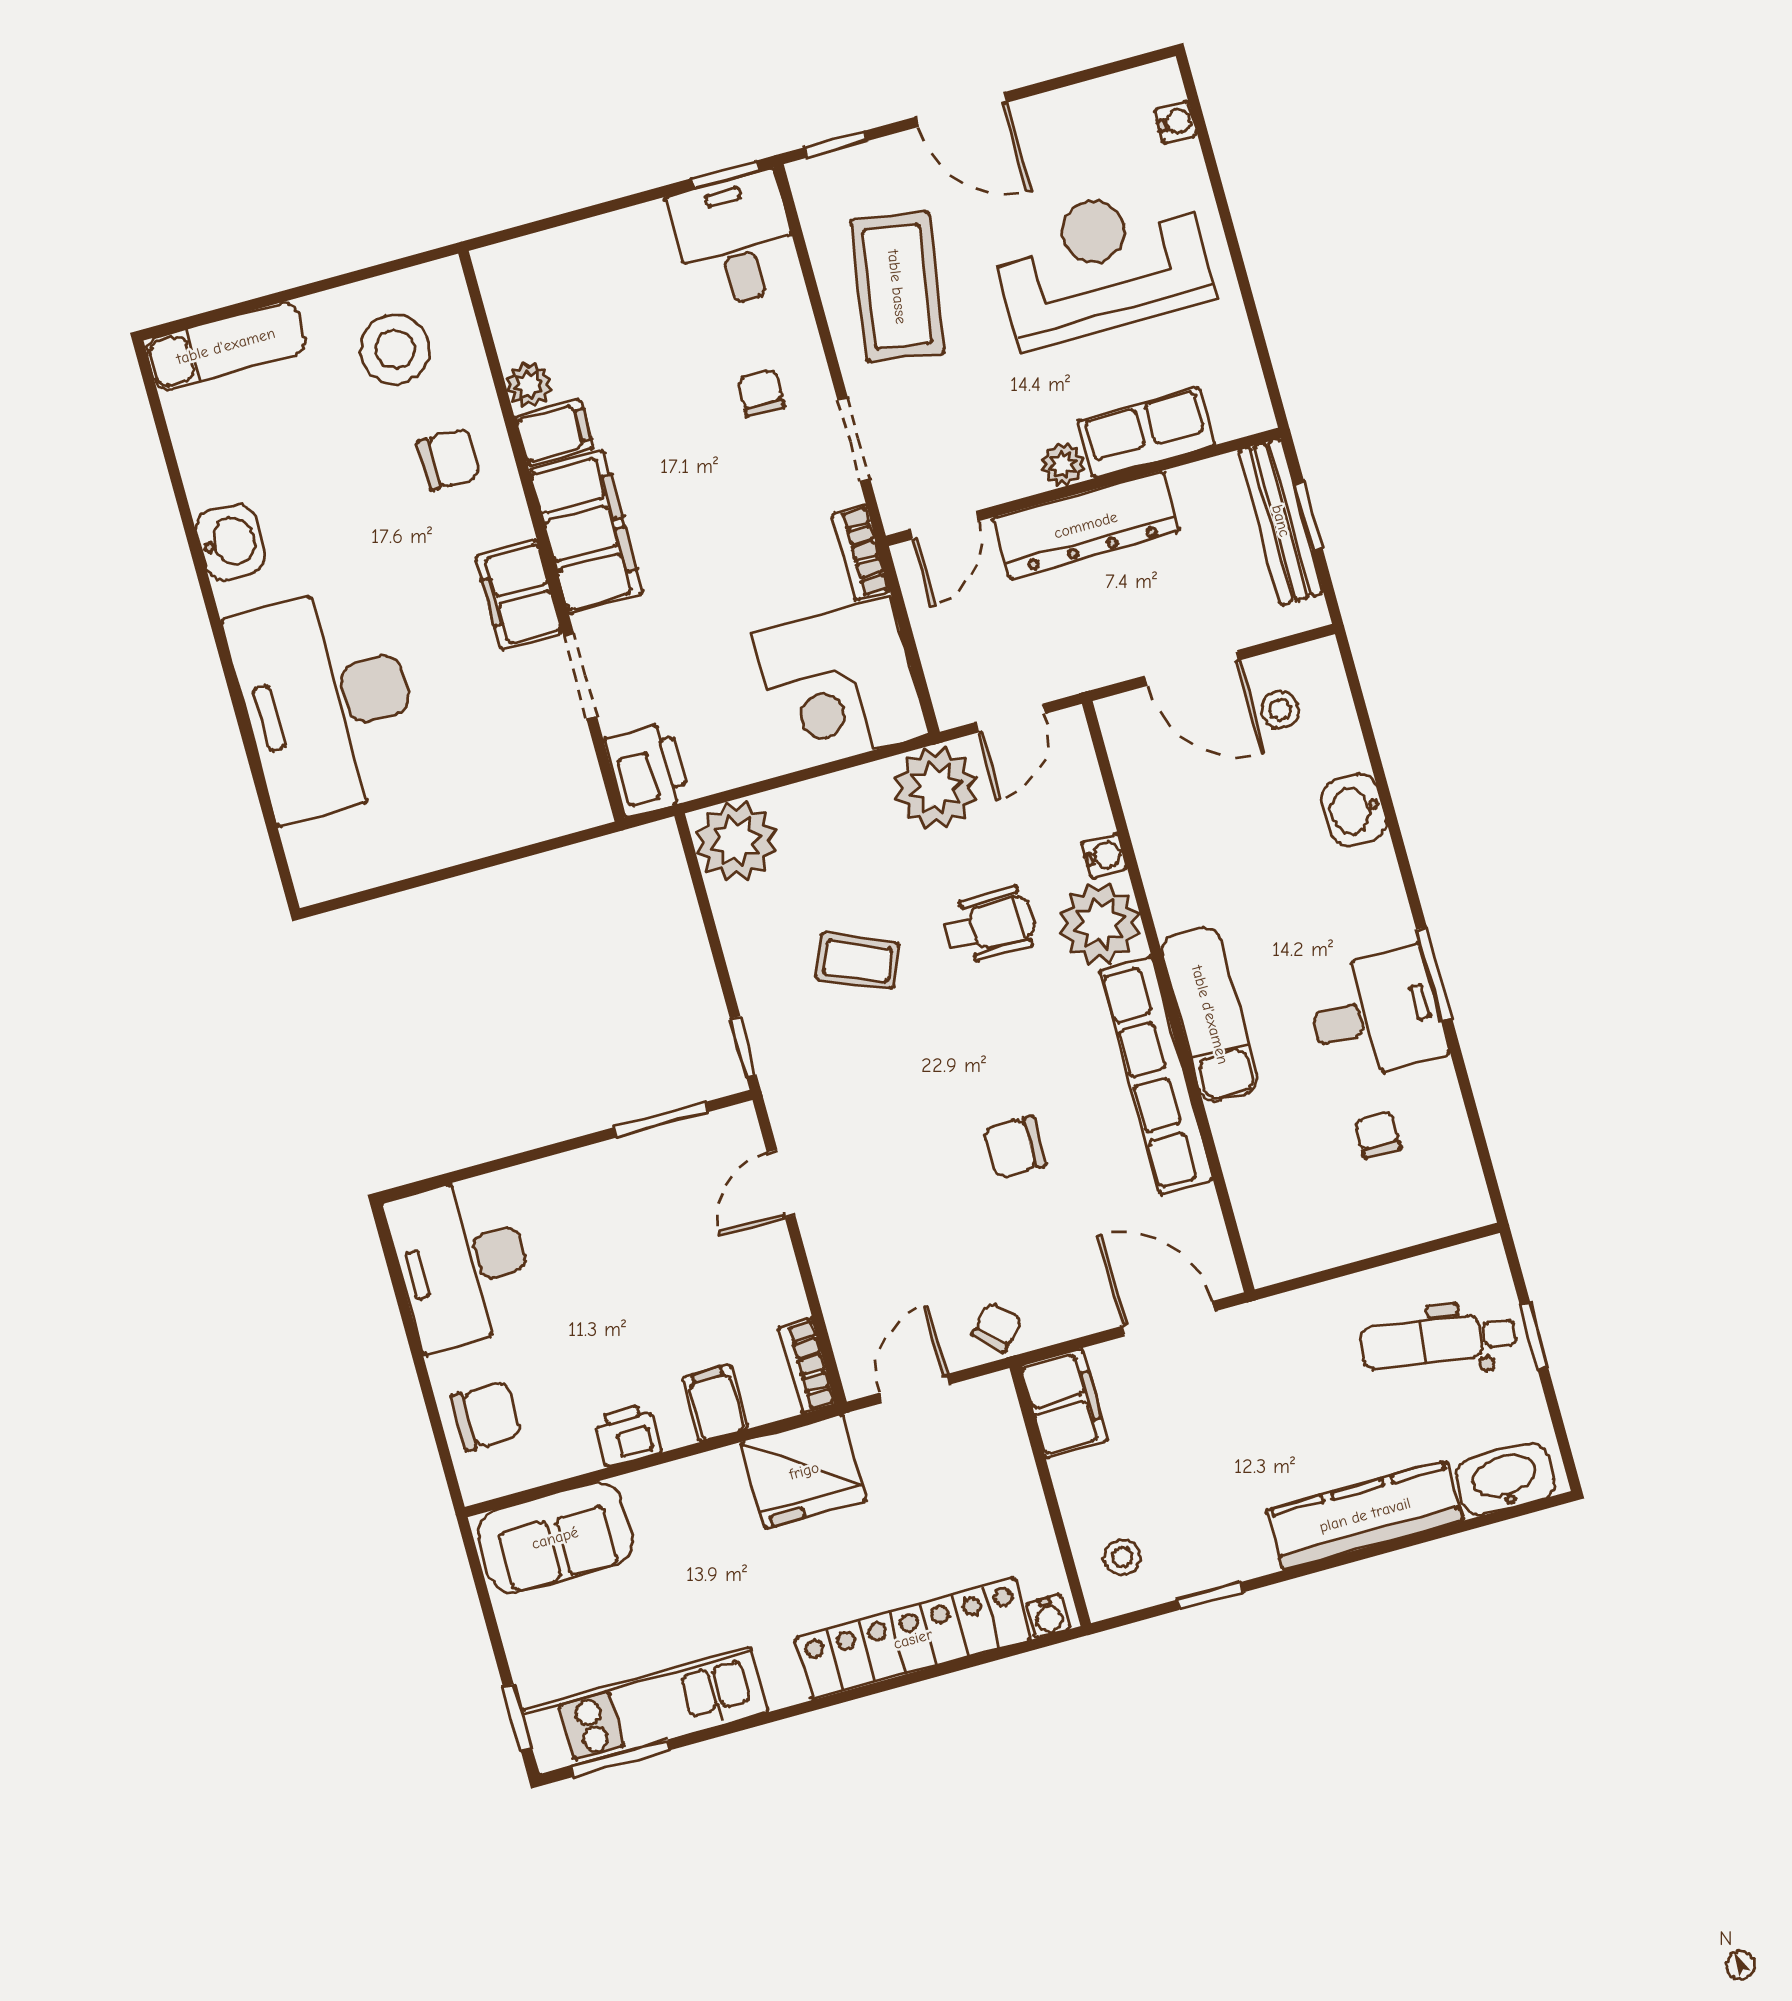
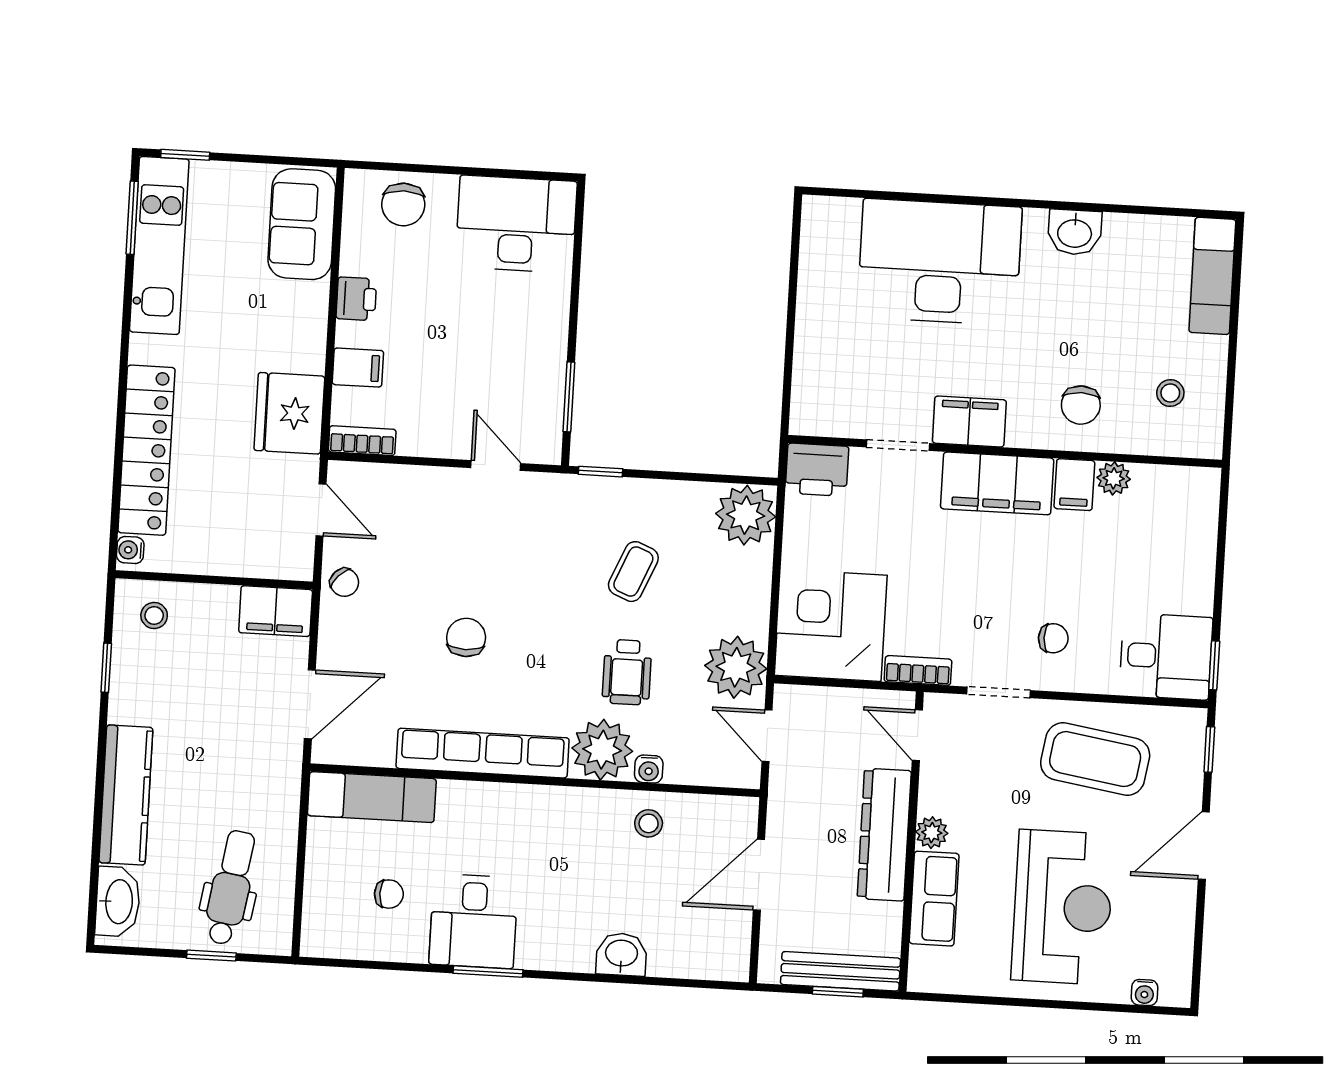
stool: (395, 349) -> (1170, 393), width x0.53, depth x0.53
stool: (1280, 710) -> (649, 823), moved
exam couch: (1210, 1015) -> (372, 797), moved

